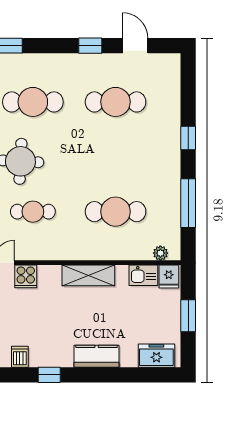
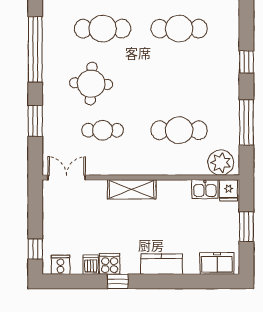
plant: (160, 253) -> (221, 163), width x1.88, depth x1.88
shelving: (88, 275) -> (132, 189), moved
cooker: (26, 276) -> (110, 264), moved, turned 180

